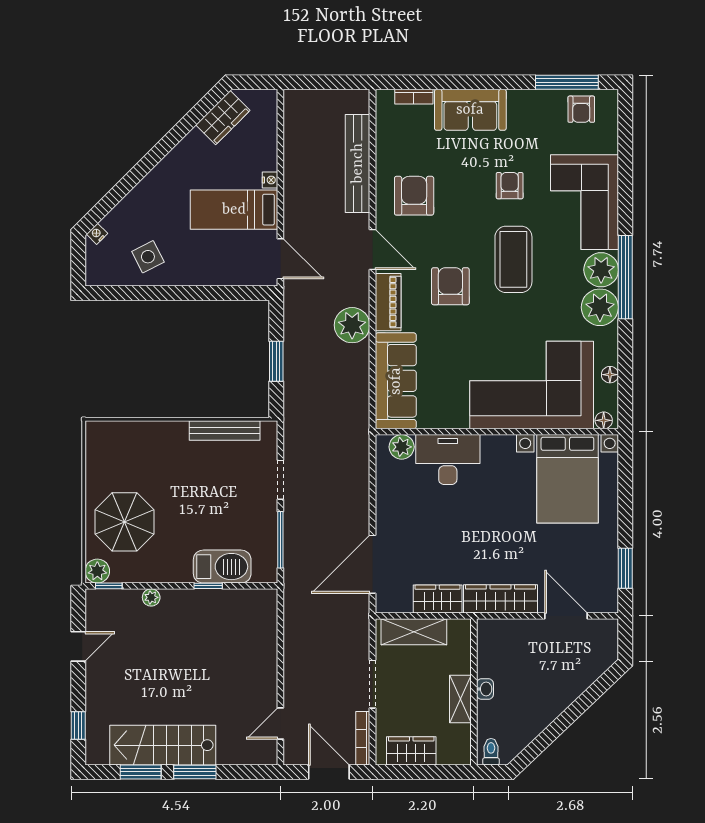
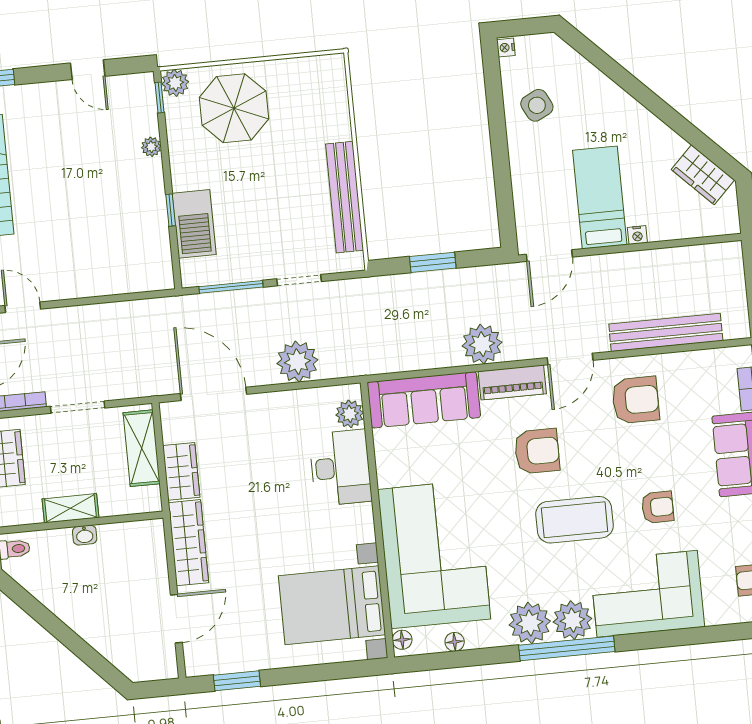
nightstand: (97, 234) -> (506, 48), moved, turned -135
bench: (225, 431) -> (345, 197), width x1.37, depth x1.21
plant: (351, 488) -> (297, 362), added

